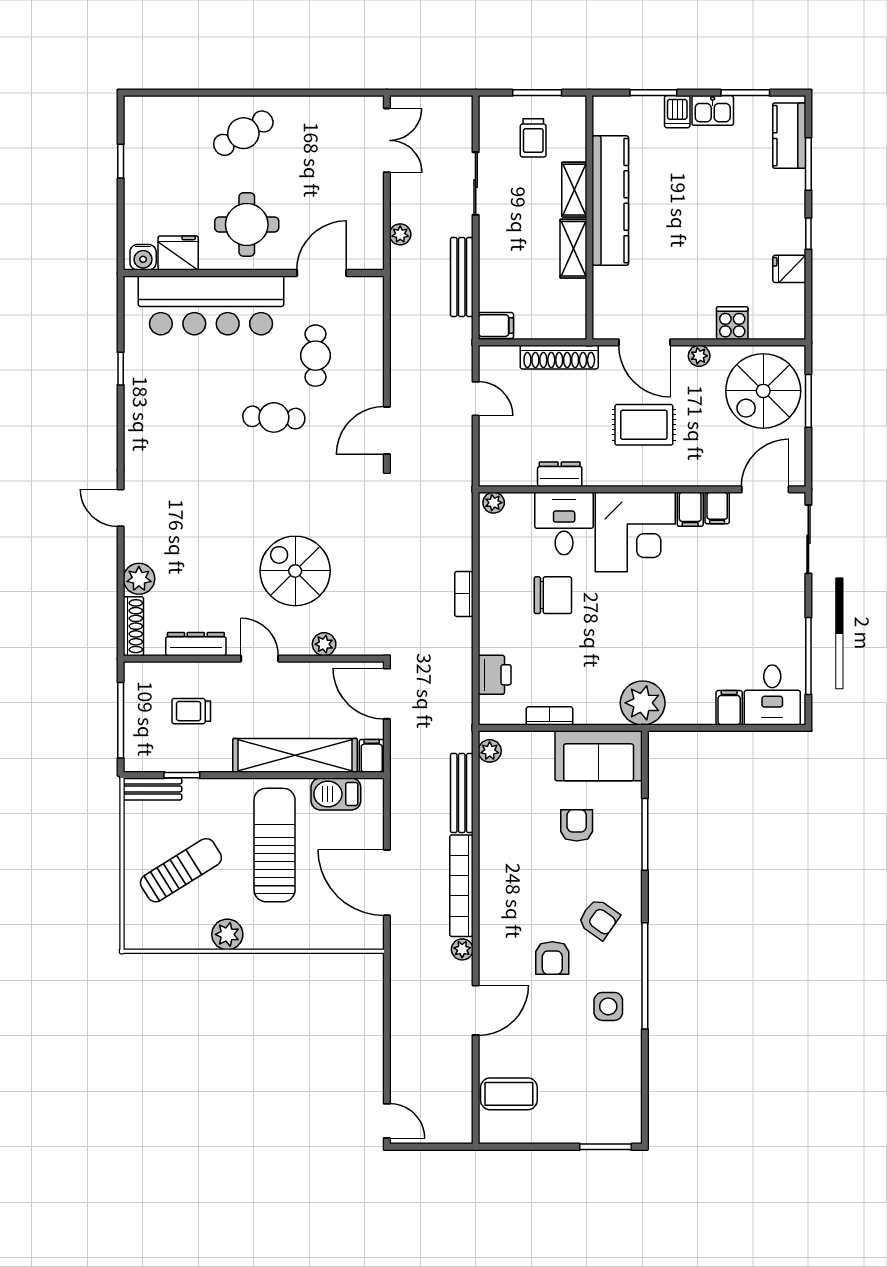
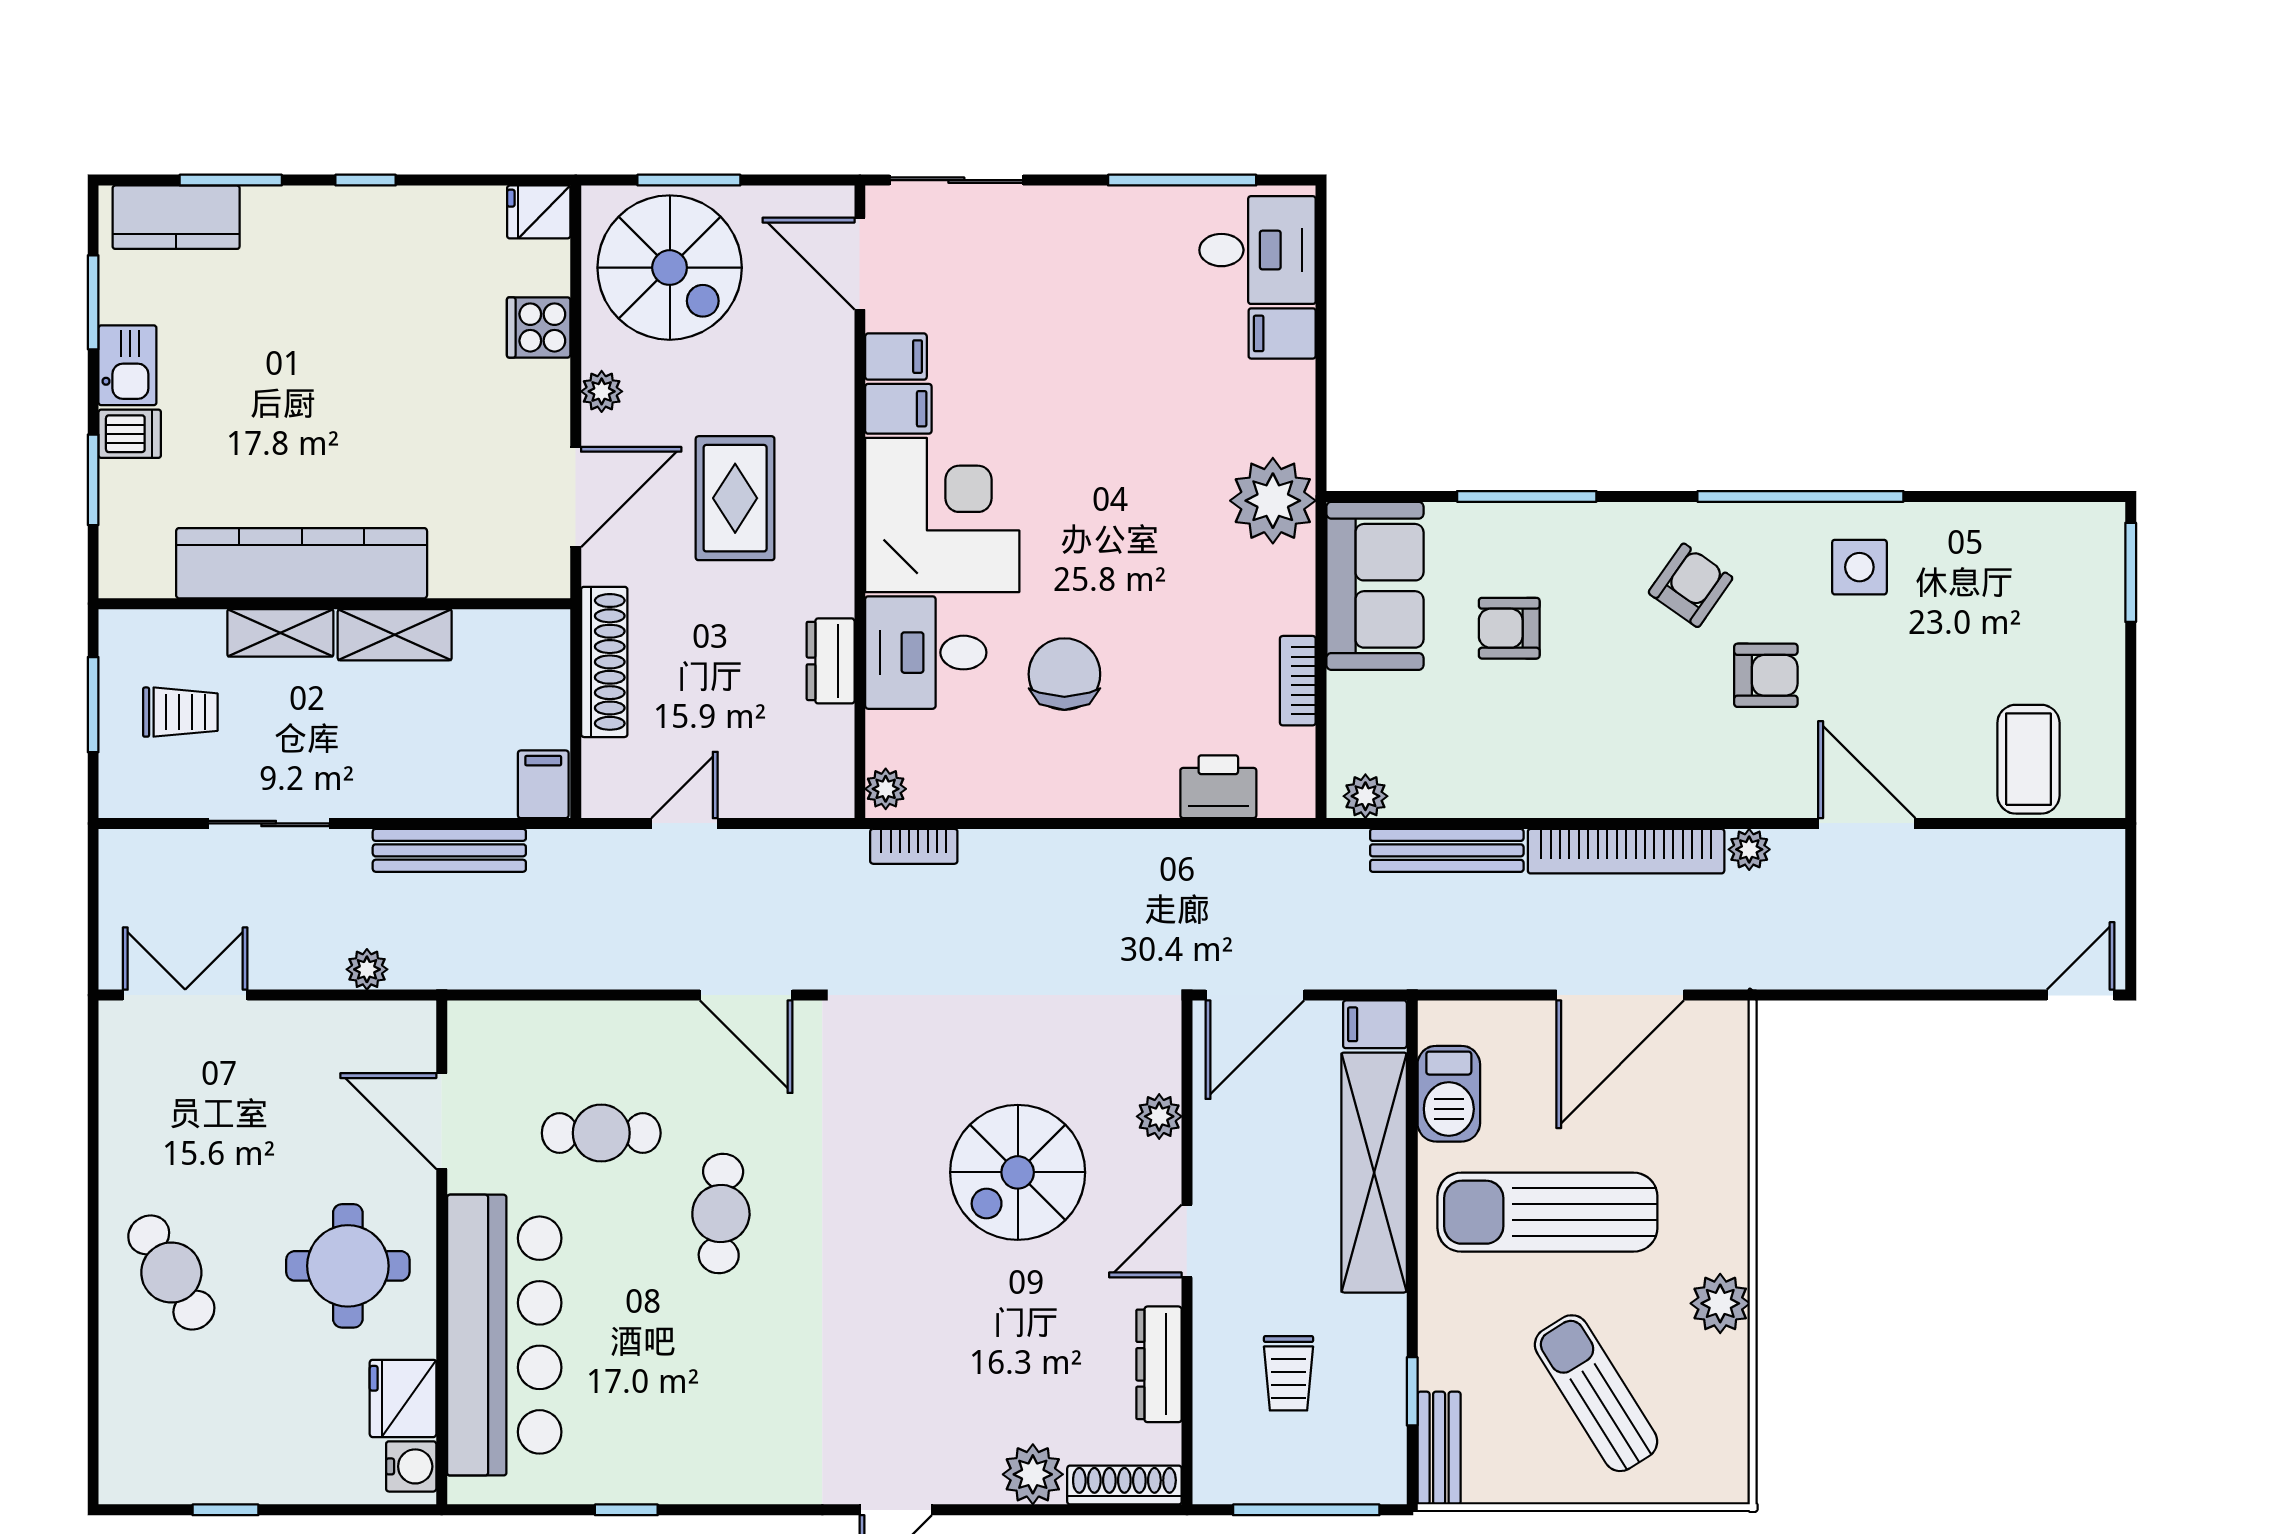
fridge: (789, 269) -> (539, 212), moved, turned 90
bookcase: (464, 594) -> (914, 846), moved

